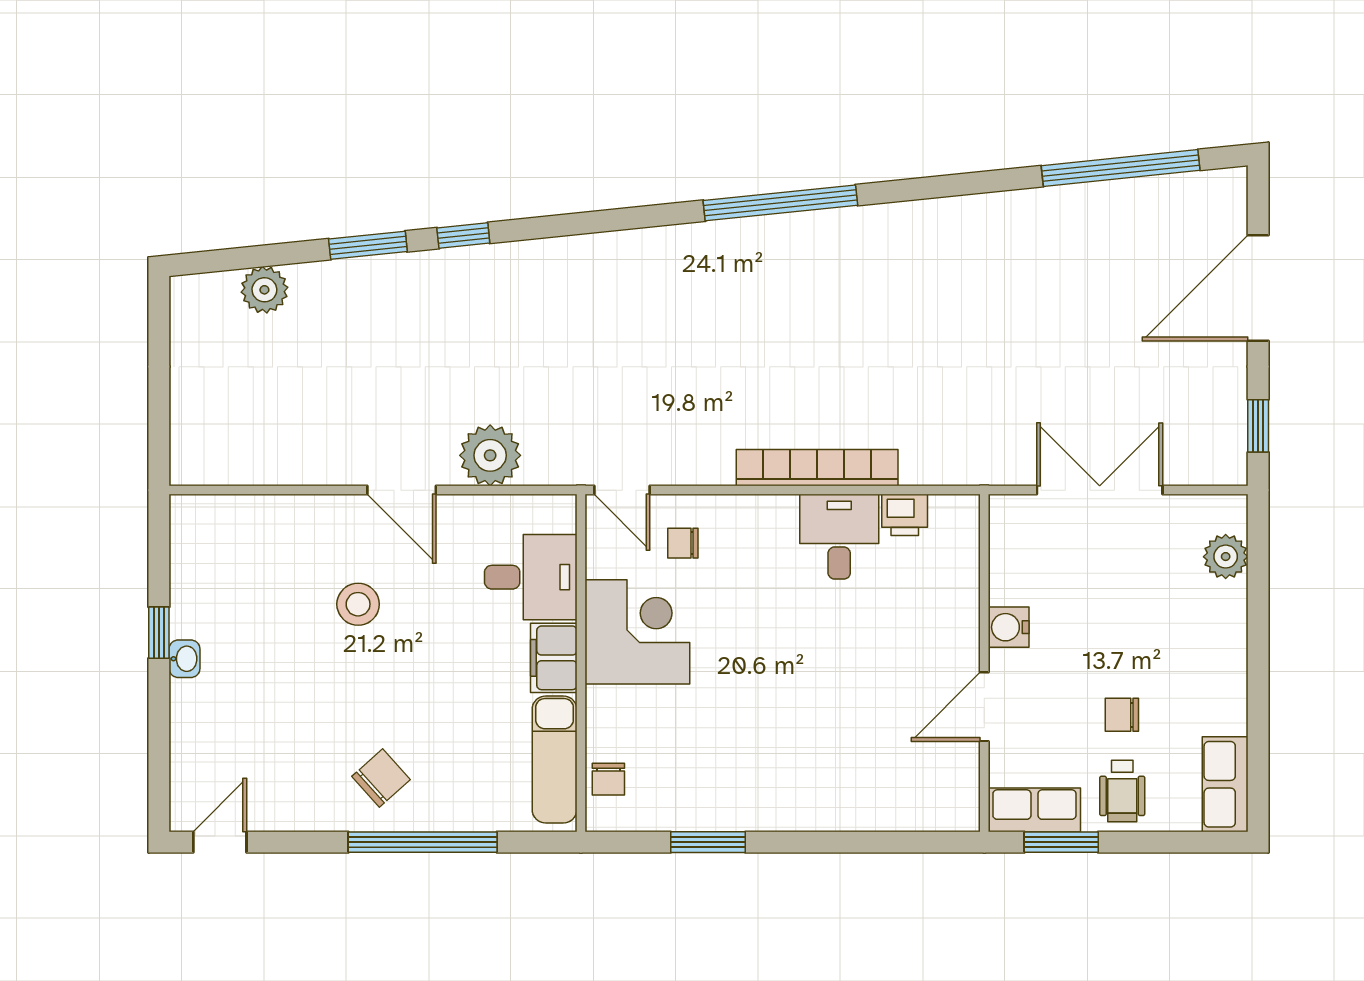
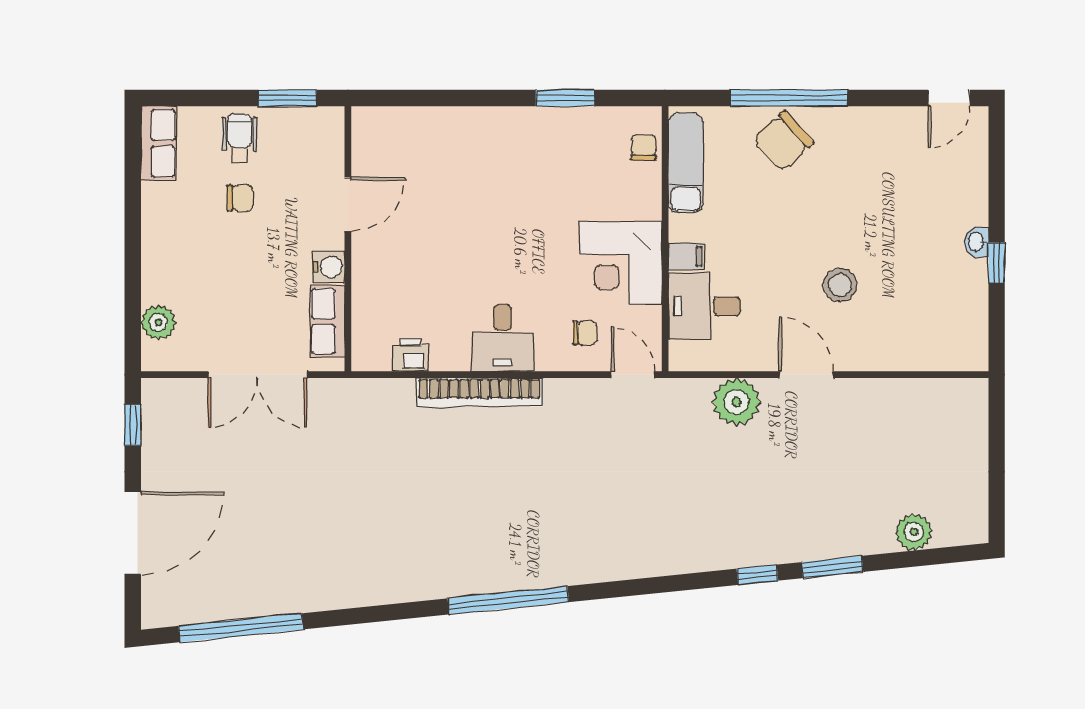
desk: (839, 537) -> (503, 338), moved
filing cabinet: (554, 658) -> (686, 256), width x0.50
chair: (381, 778) -> (783, 141), moved, width x1.37, depth x1.37
row of seats: (1034, 810) -> (327, 321), moved, turned 90

